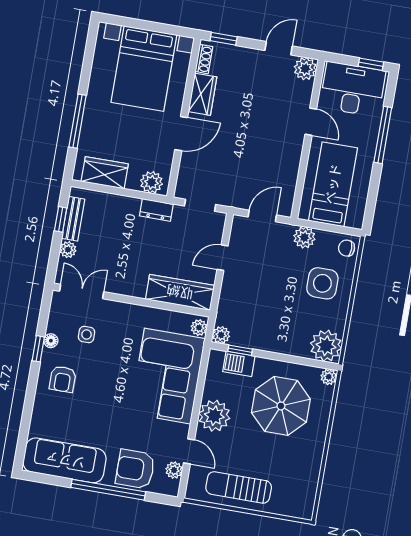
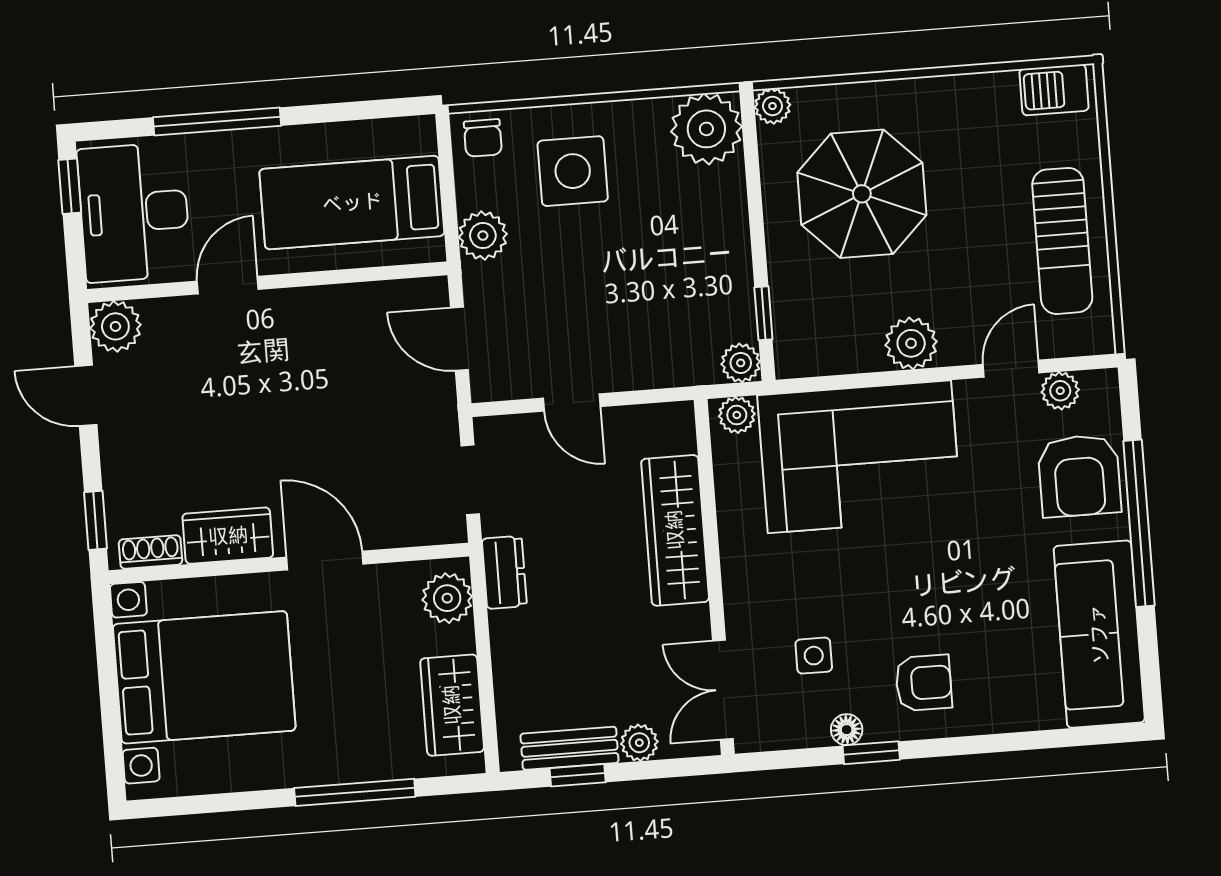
wardrobe: (180, 292) -> (675, 530), moved
barbecue: (239, 364) -> (1054, 90), moved, turned 90
plant: (214, 416) -> (911, 343), width x0.73, depth x0.73

